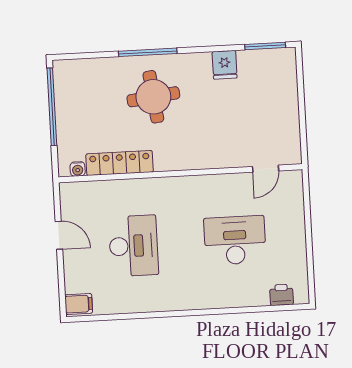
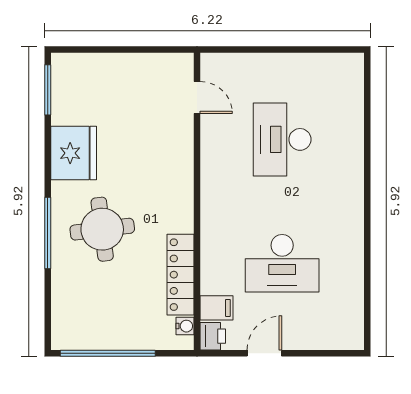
fridge: (225, 65) -> (74, 153), width x1.88, depth x1.34
desk: (133, 246) -> (282, 263), turned 180
printer: (281, 295) -> (213, 336), moved, turned 180
filing cabinet: (79, 304) -> (217, 308), moved, turned 90

